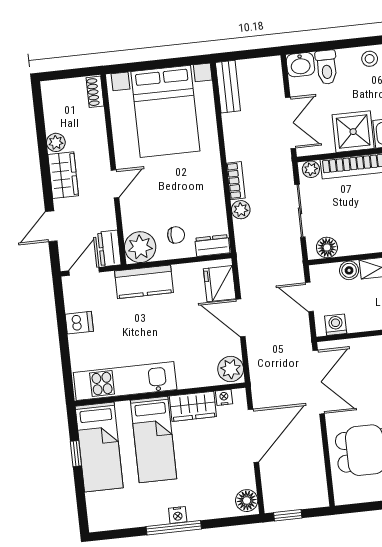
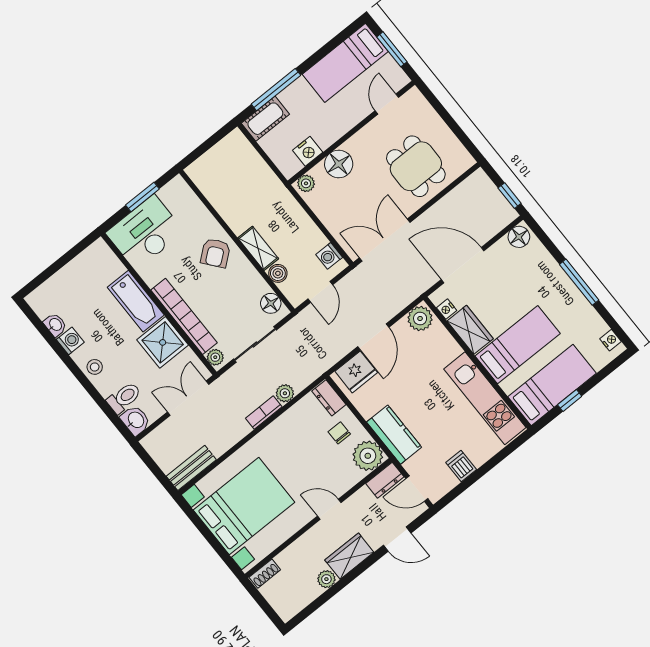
nightstand: (178, 515) -> (611, 340), moved

